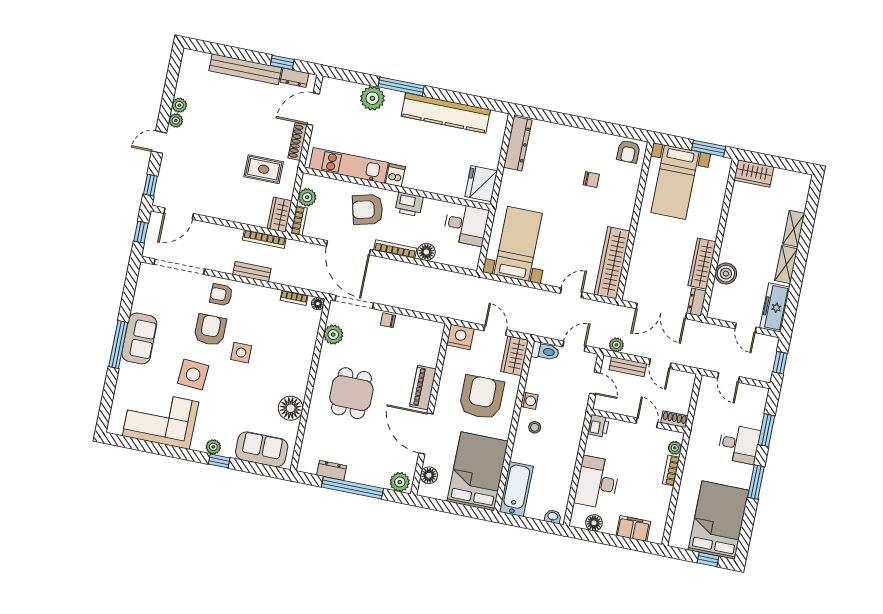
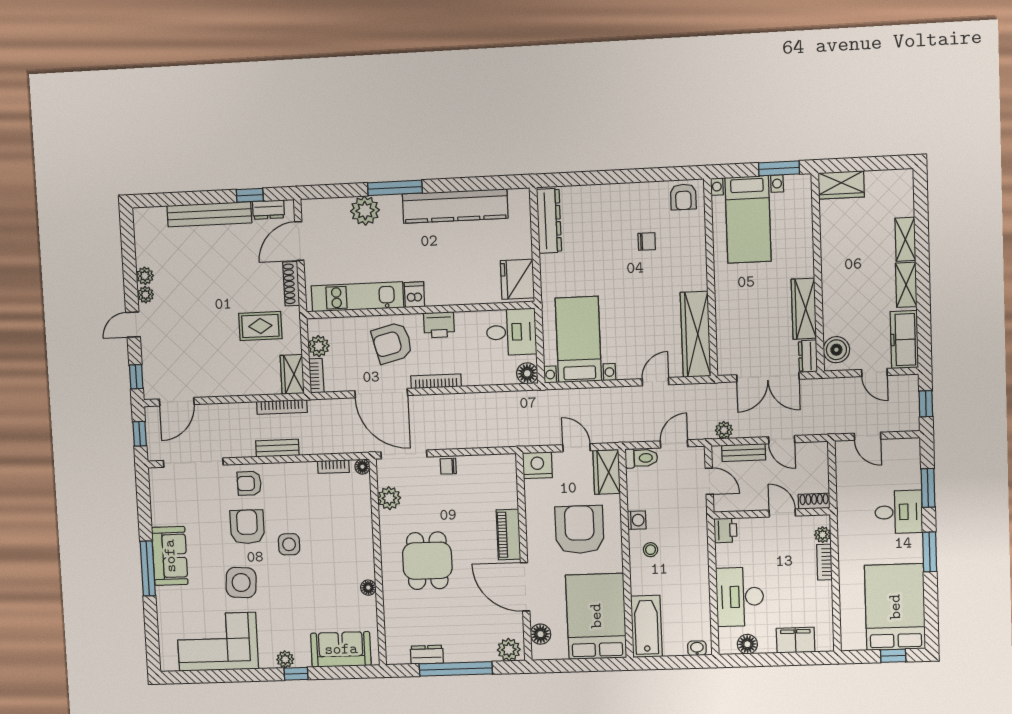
floor lamp: (426, 252) -> (527, 373), moved
boiler: (726, 274) -> (836, 350), moved
floor lamp: (291, 408) -> (368, 588), width x0.53, depth x0.53

